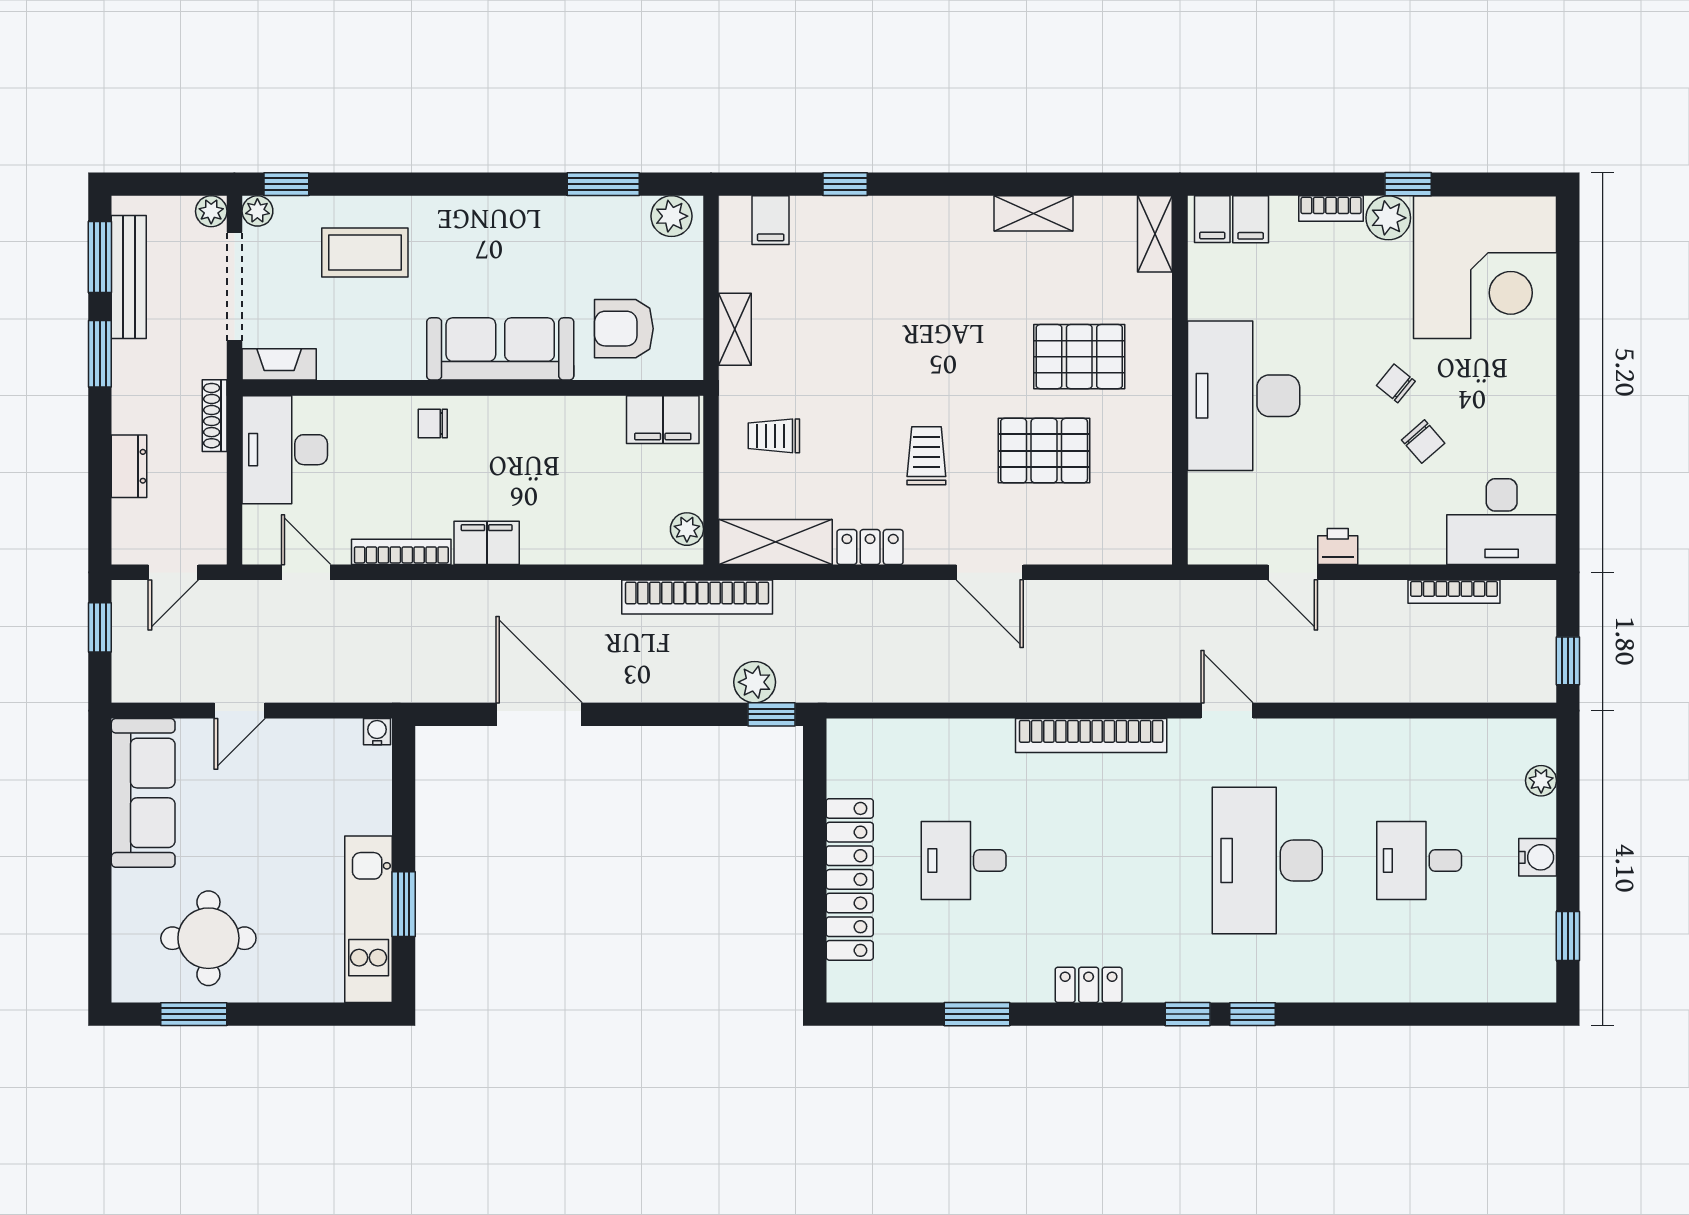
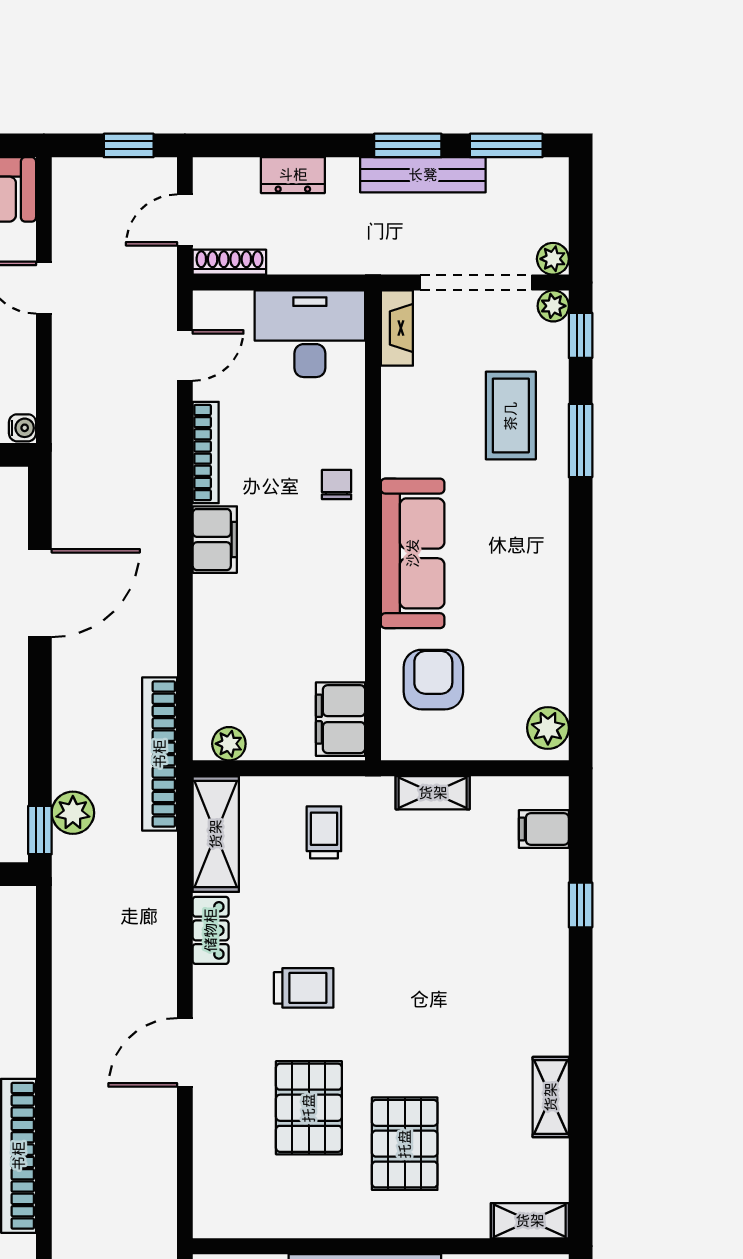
window: (603, 184) -> (581, 441), moved
bench: (129, 277) -> (423, 175), moved
shoe rack: (215, 416) -> (229, 262), moved
door: (173, 572) -> (185, 220), hinge flipped

